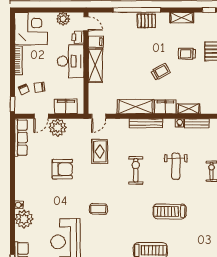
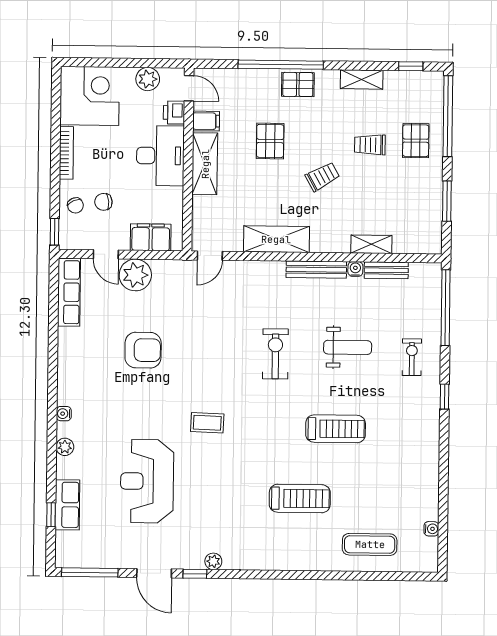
pallet: (131, 52) -> (270, 141), added
filing cabinet: (165, 107) -> (330, 240), removed
door: (41, 116) -> (106, 254), hinge flipped
bench: (146, 123) -> (316, 270), moved
rug: (100, 151) -> (211, 319), removed
weight bench: (176, 166) -> (348, 347), turned -90
treadmill: (170, 211) -> (336, 429), turned 180
plant: (24, 219) -> (65, 447), width x0.53, depth x0.53

